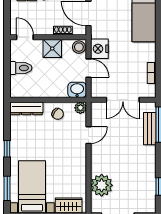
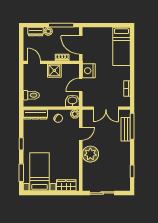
stool: (79, 47) -> (74, 70), removed
toilet: (21, 68) -> (31, 95), moved
door: (88, 68) -> (81, 85), swing flipped
plant: (102, 185) -> (90, 154), moved

